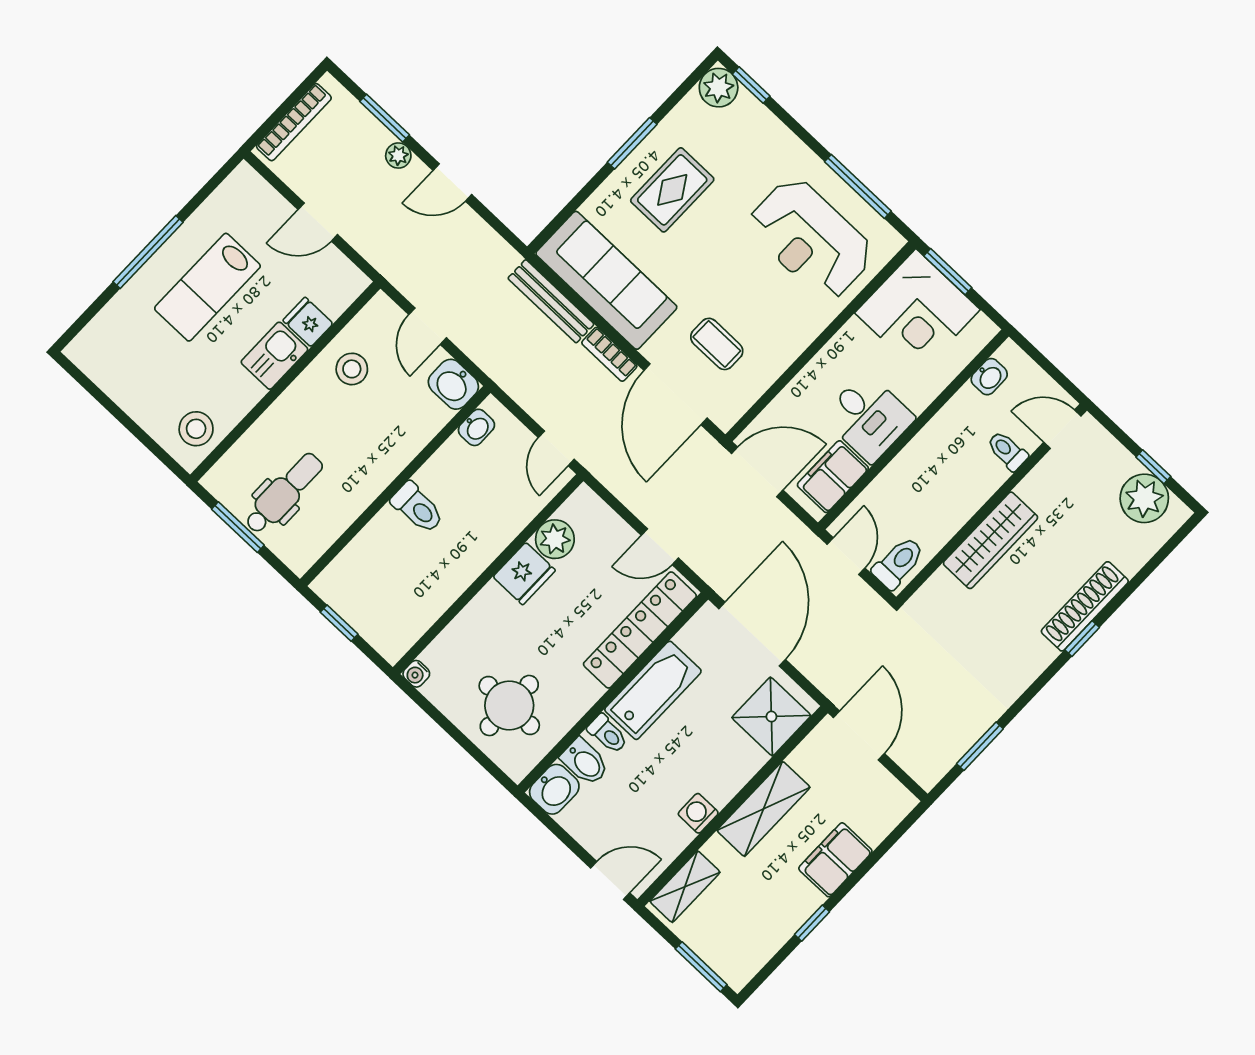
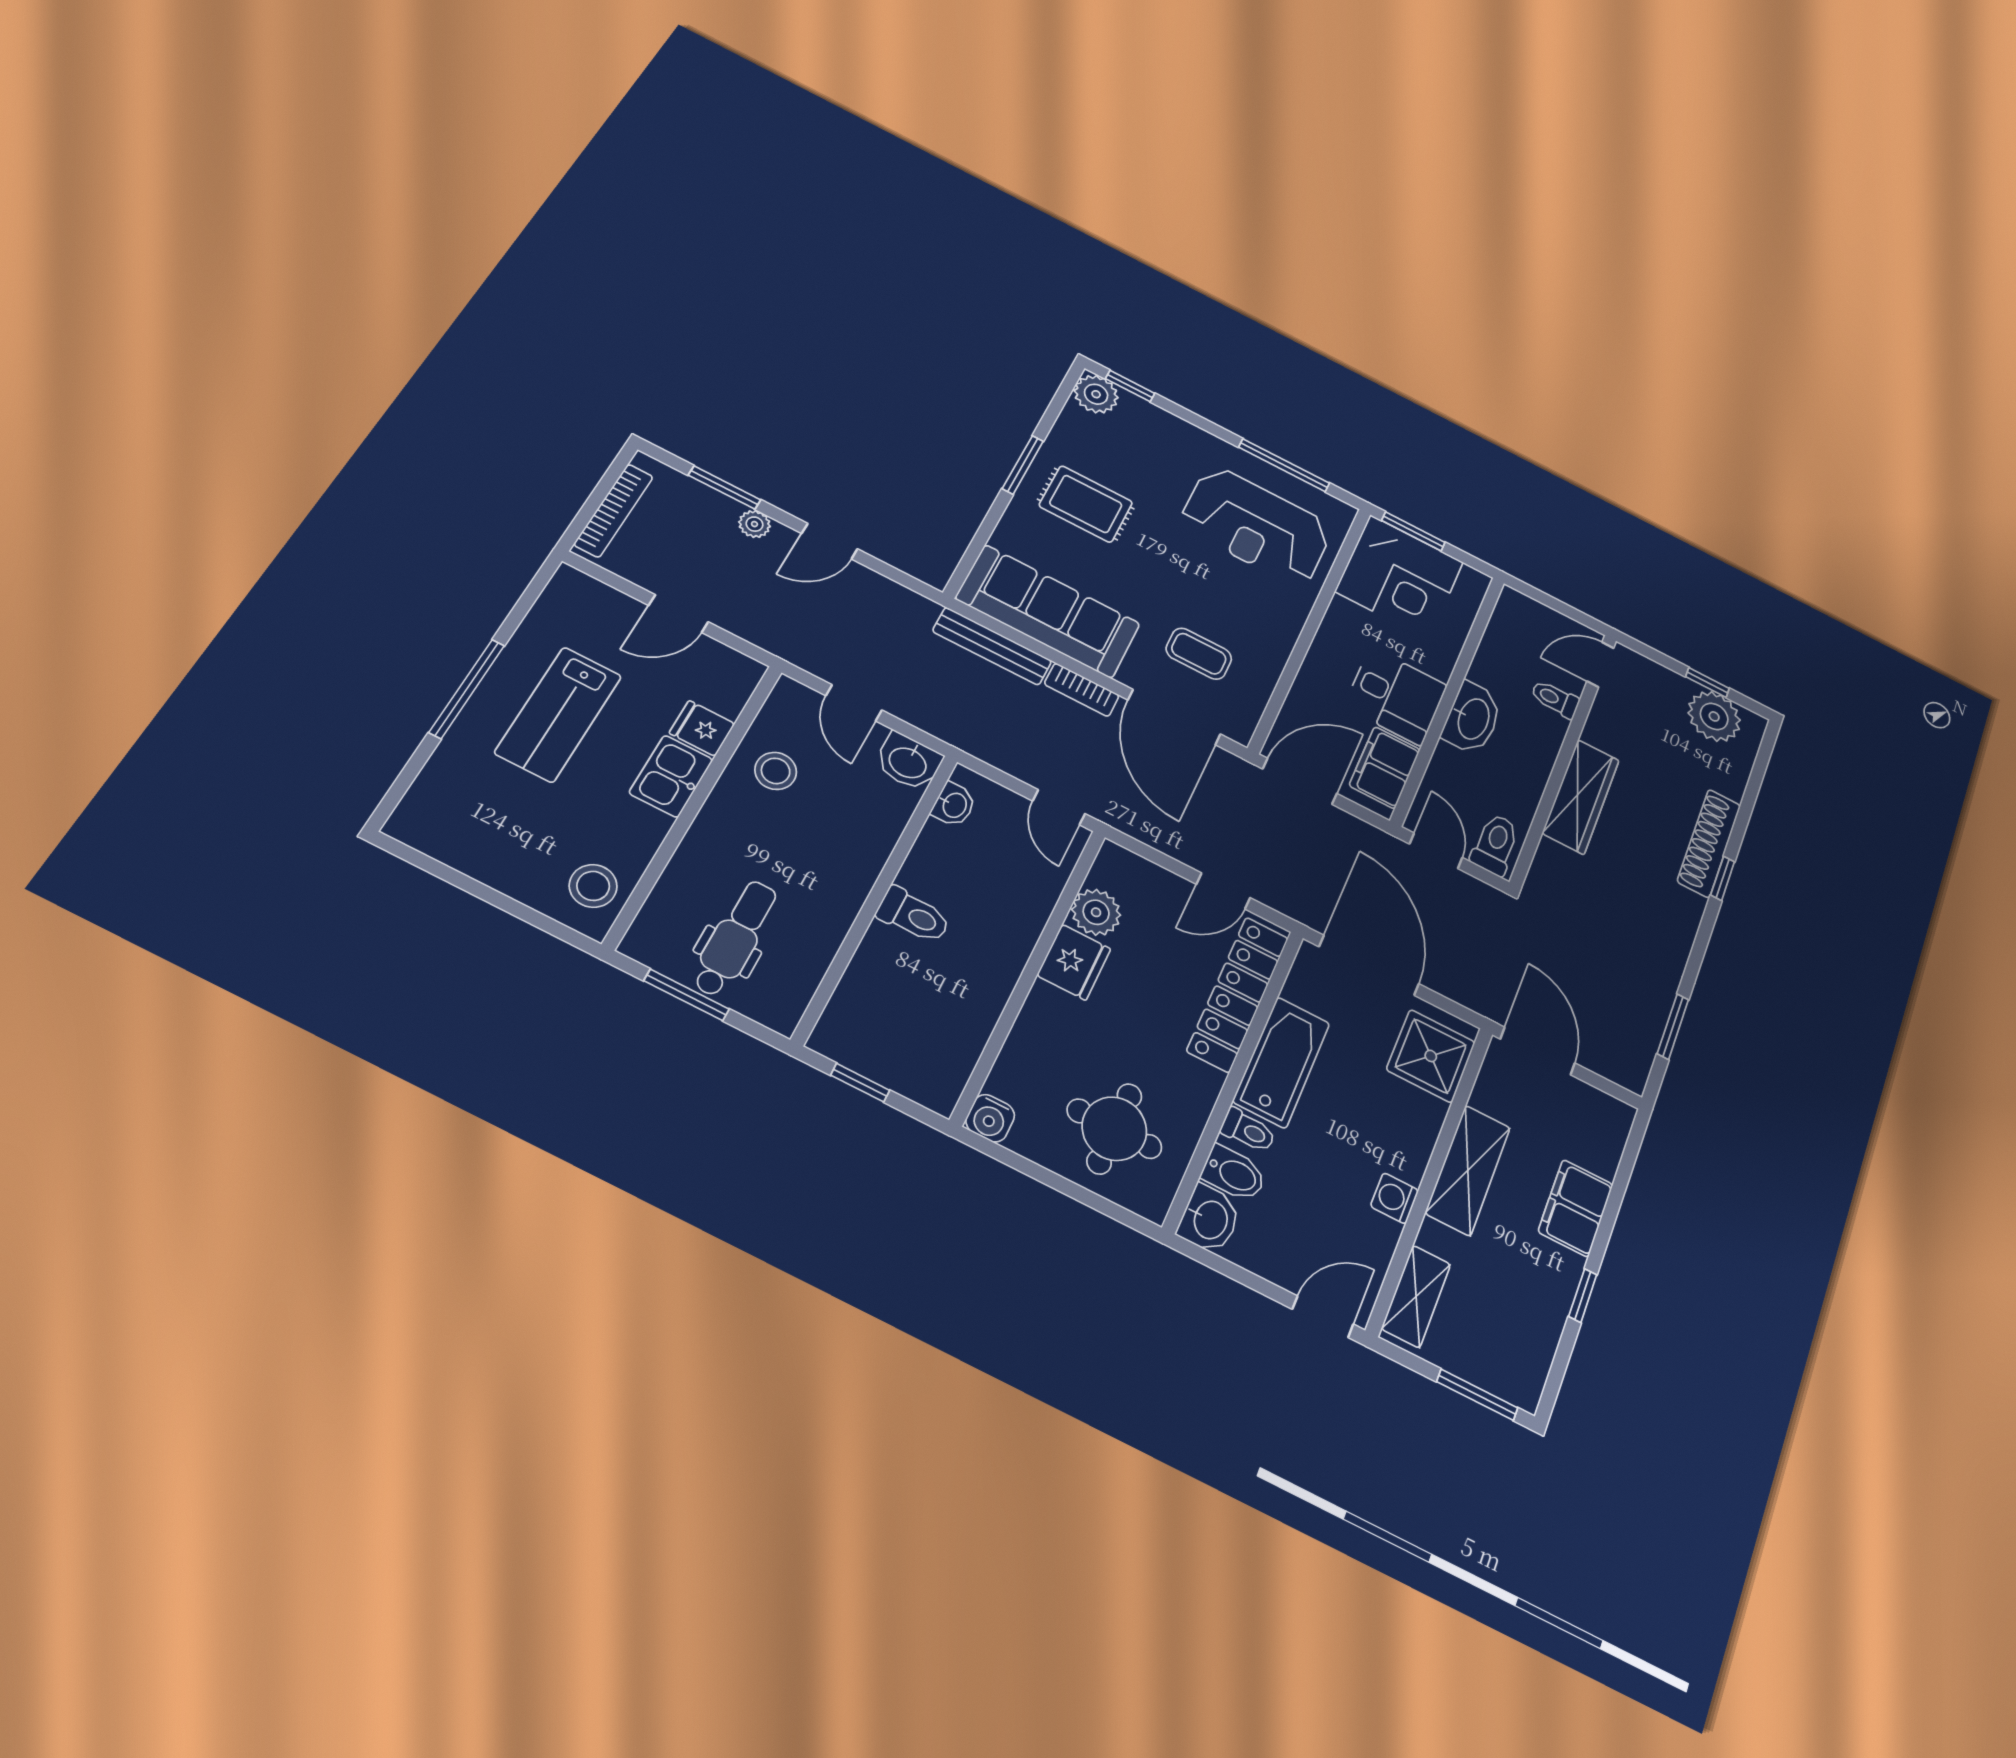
rug: (672, 190) -> (1086, 504), turned 90
washbasin: (989, 377) -> (1472, 718), moved, width x1.91, depth x1.45
water cooler: (416, 674) -> (990, 1118), width x1.38, depth x1.38

